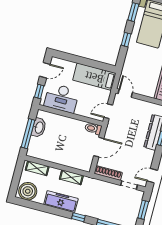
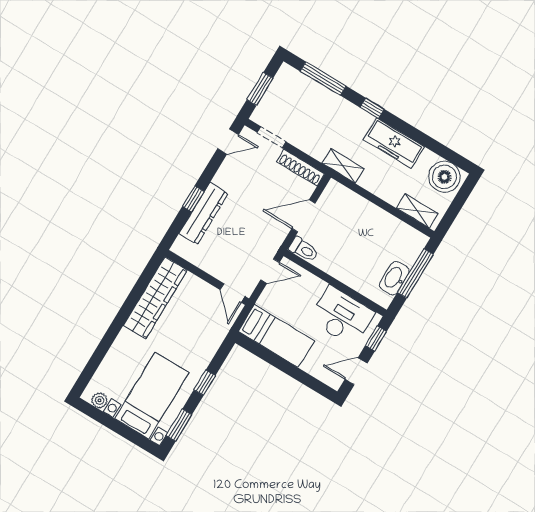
shelving: (71, 177) -> (343, 166), moved

